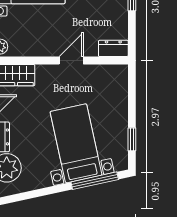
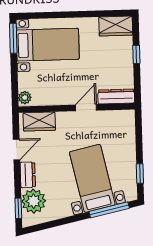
dresser: (113, 48) -> (116, 96), width x1.44

